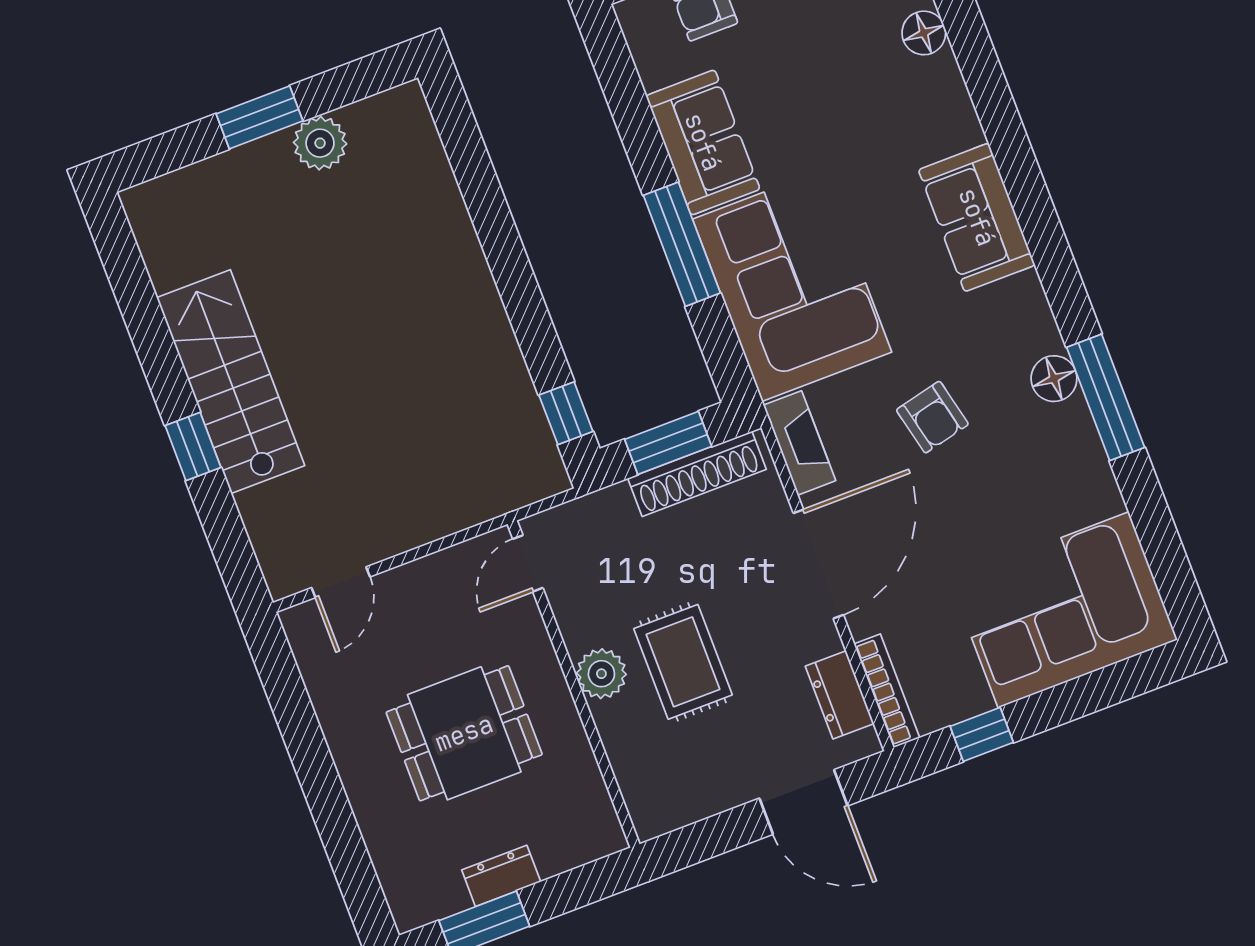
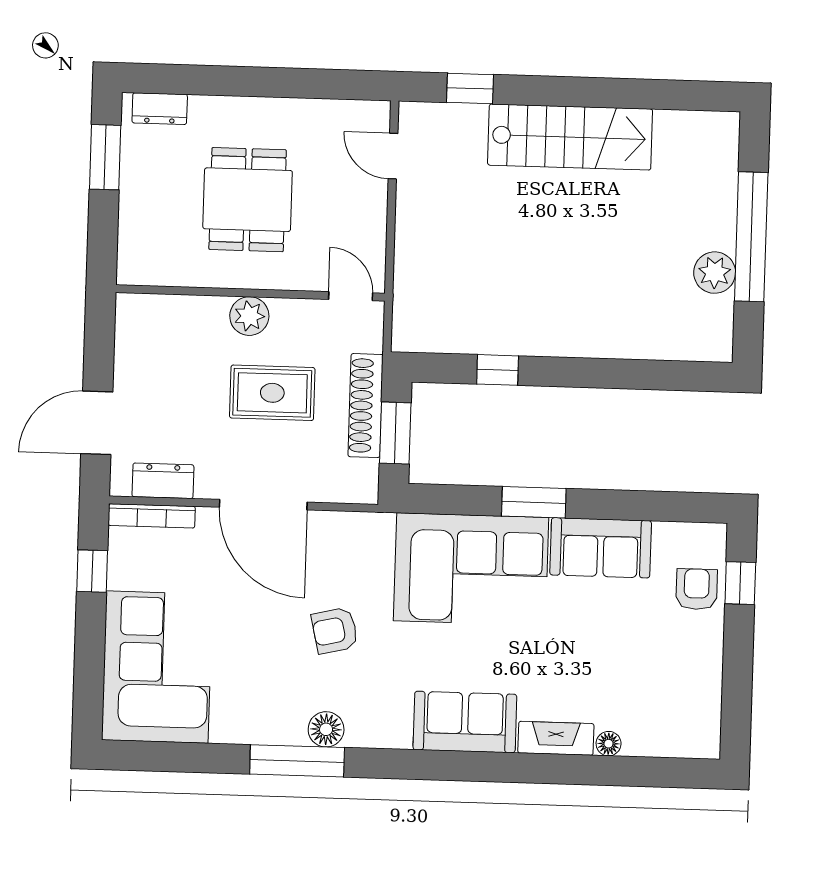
floor lamp: (924, 33) -> (609, 744), width x0.73, depth x0.73
window: (259, 117) -> (751, 237), width x2.11
window: (682, 244) -> (534, 502), width x0.69
window: (566, 413) -> (498, 370), moved
fireplace: (799, 443) -> (556, 738), moved, turned 180
window: (193, 447) -> (470, 89), moved
shoe rack: (697, 474) -> (366, 406), moved
rug: (683, 662) -> (272, 393), moved
dresser: (501, 876) -> (160, 109), moved, turned 90

